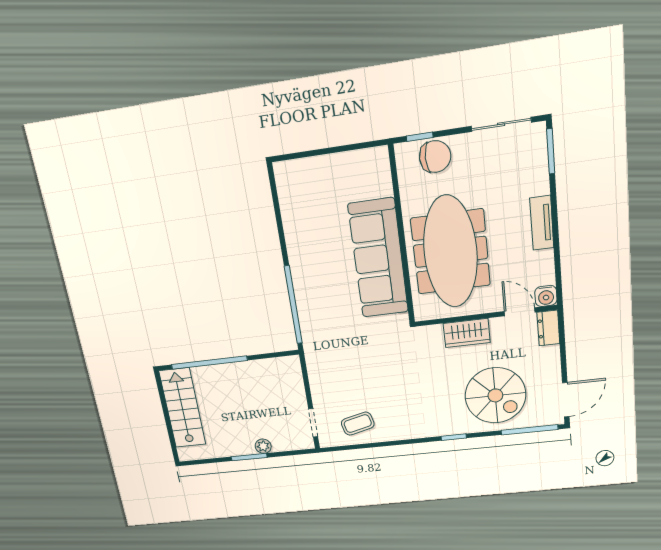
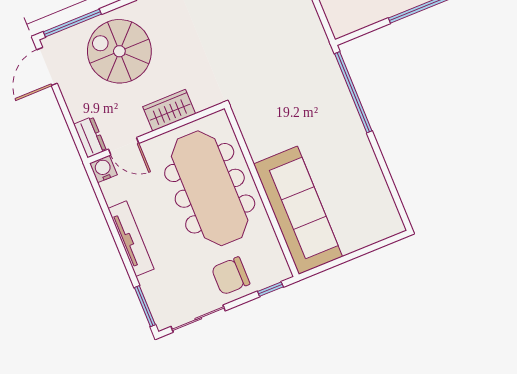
chair: (435, 157) -> (231, 276), moved
tv unit: (542, 223) -> (131, 239), width x1.41
sofa: (378, 258) -> (298, 210), moved

